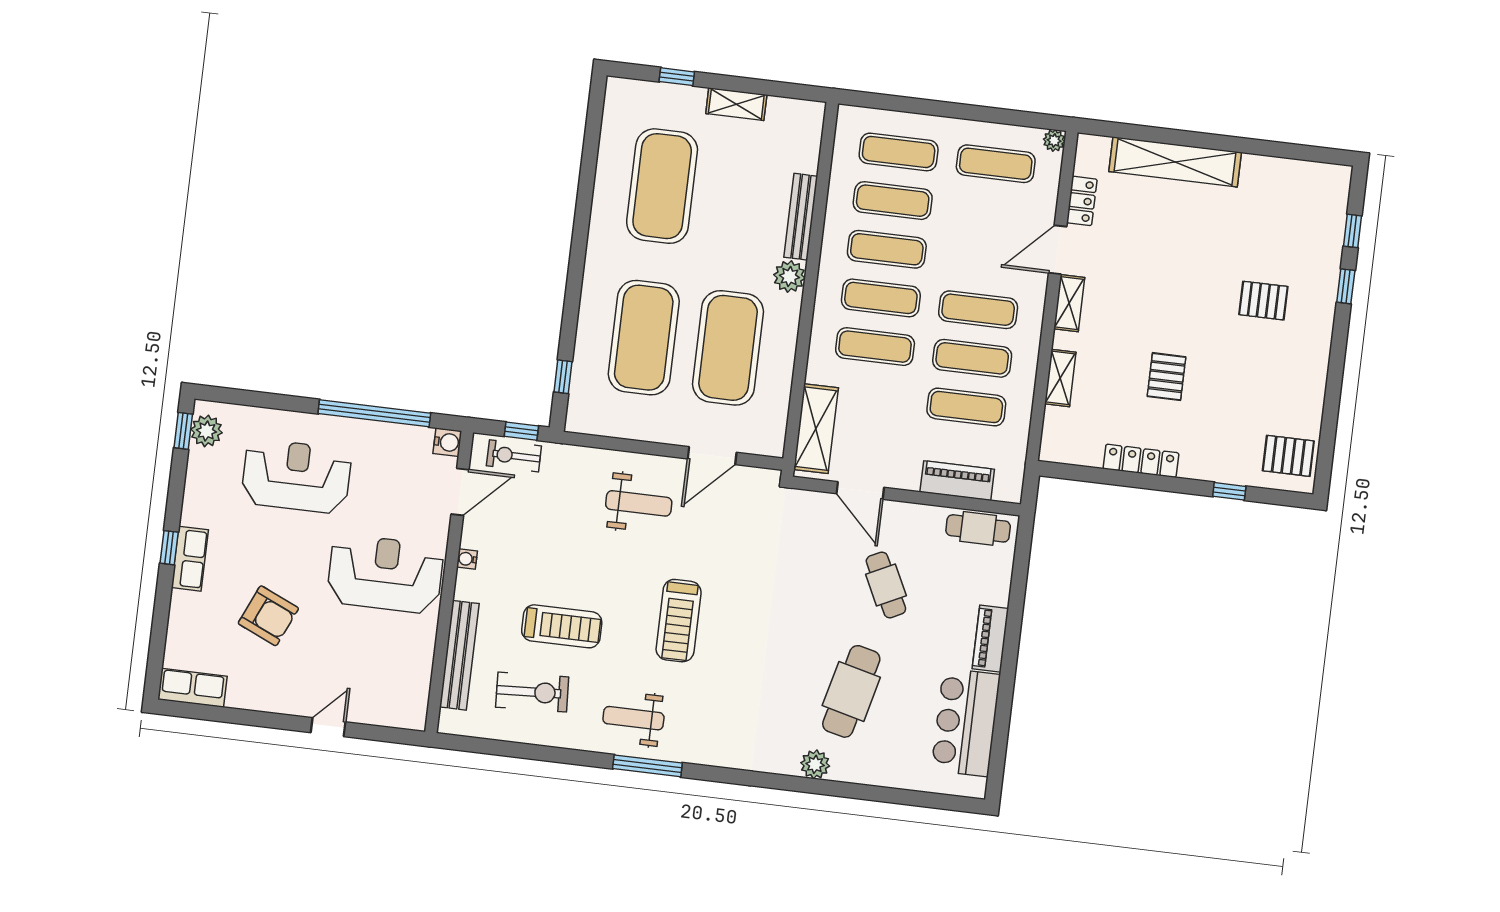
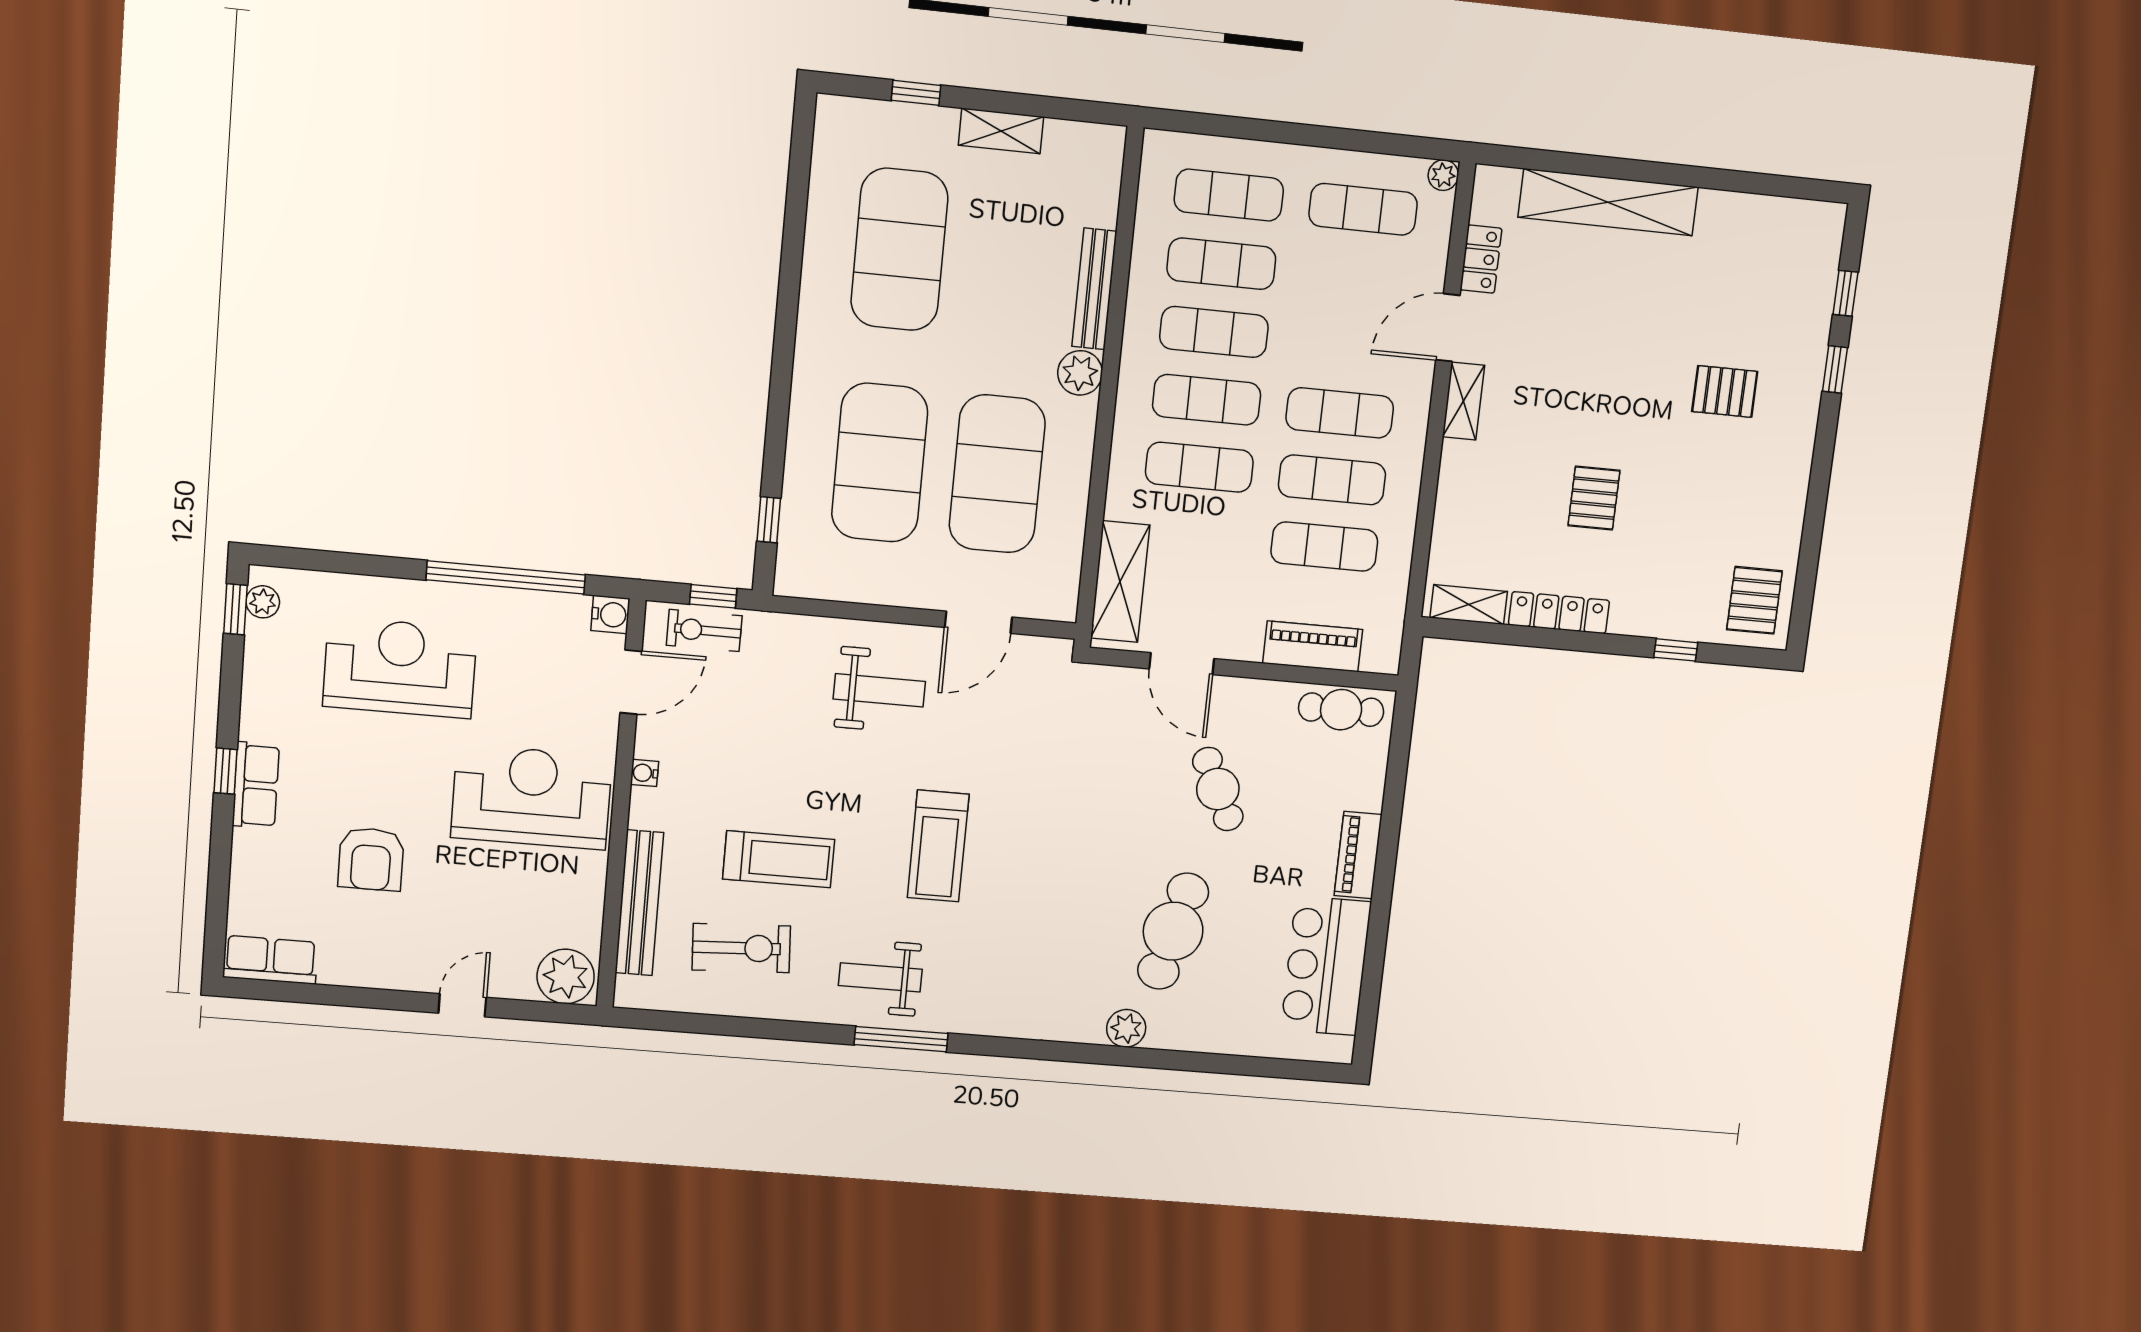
shelving: (1060, 378) -> (1469, 605), moved, turned 90
plant: (206, 431) -> (263, 602), width x0.73, depth x0.73
pallet: (1288, 456) -> (1754, 600), turned 90
armchair: (268, 616) -> (371, 859), turned 66
plant: (404, 708) -> (566, 976), added

